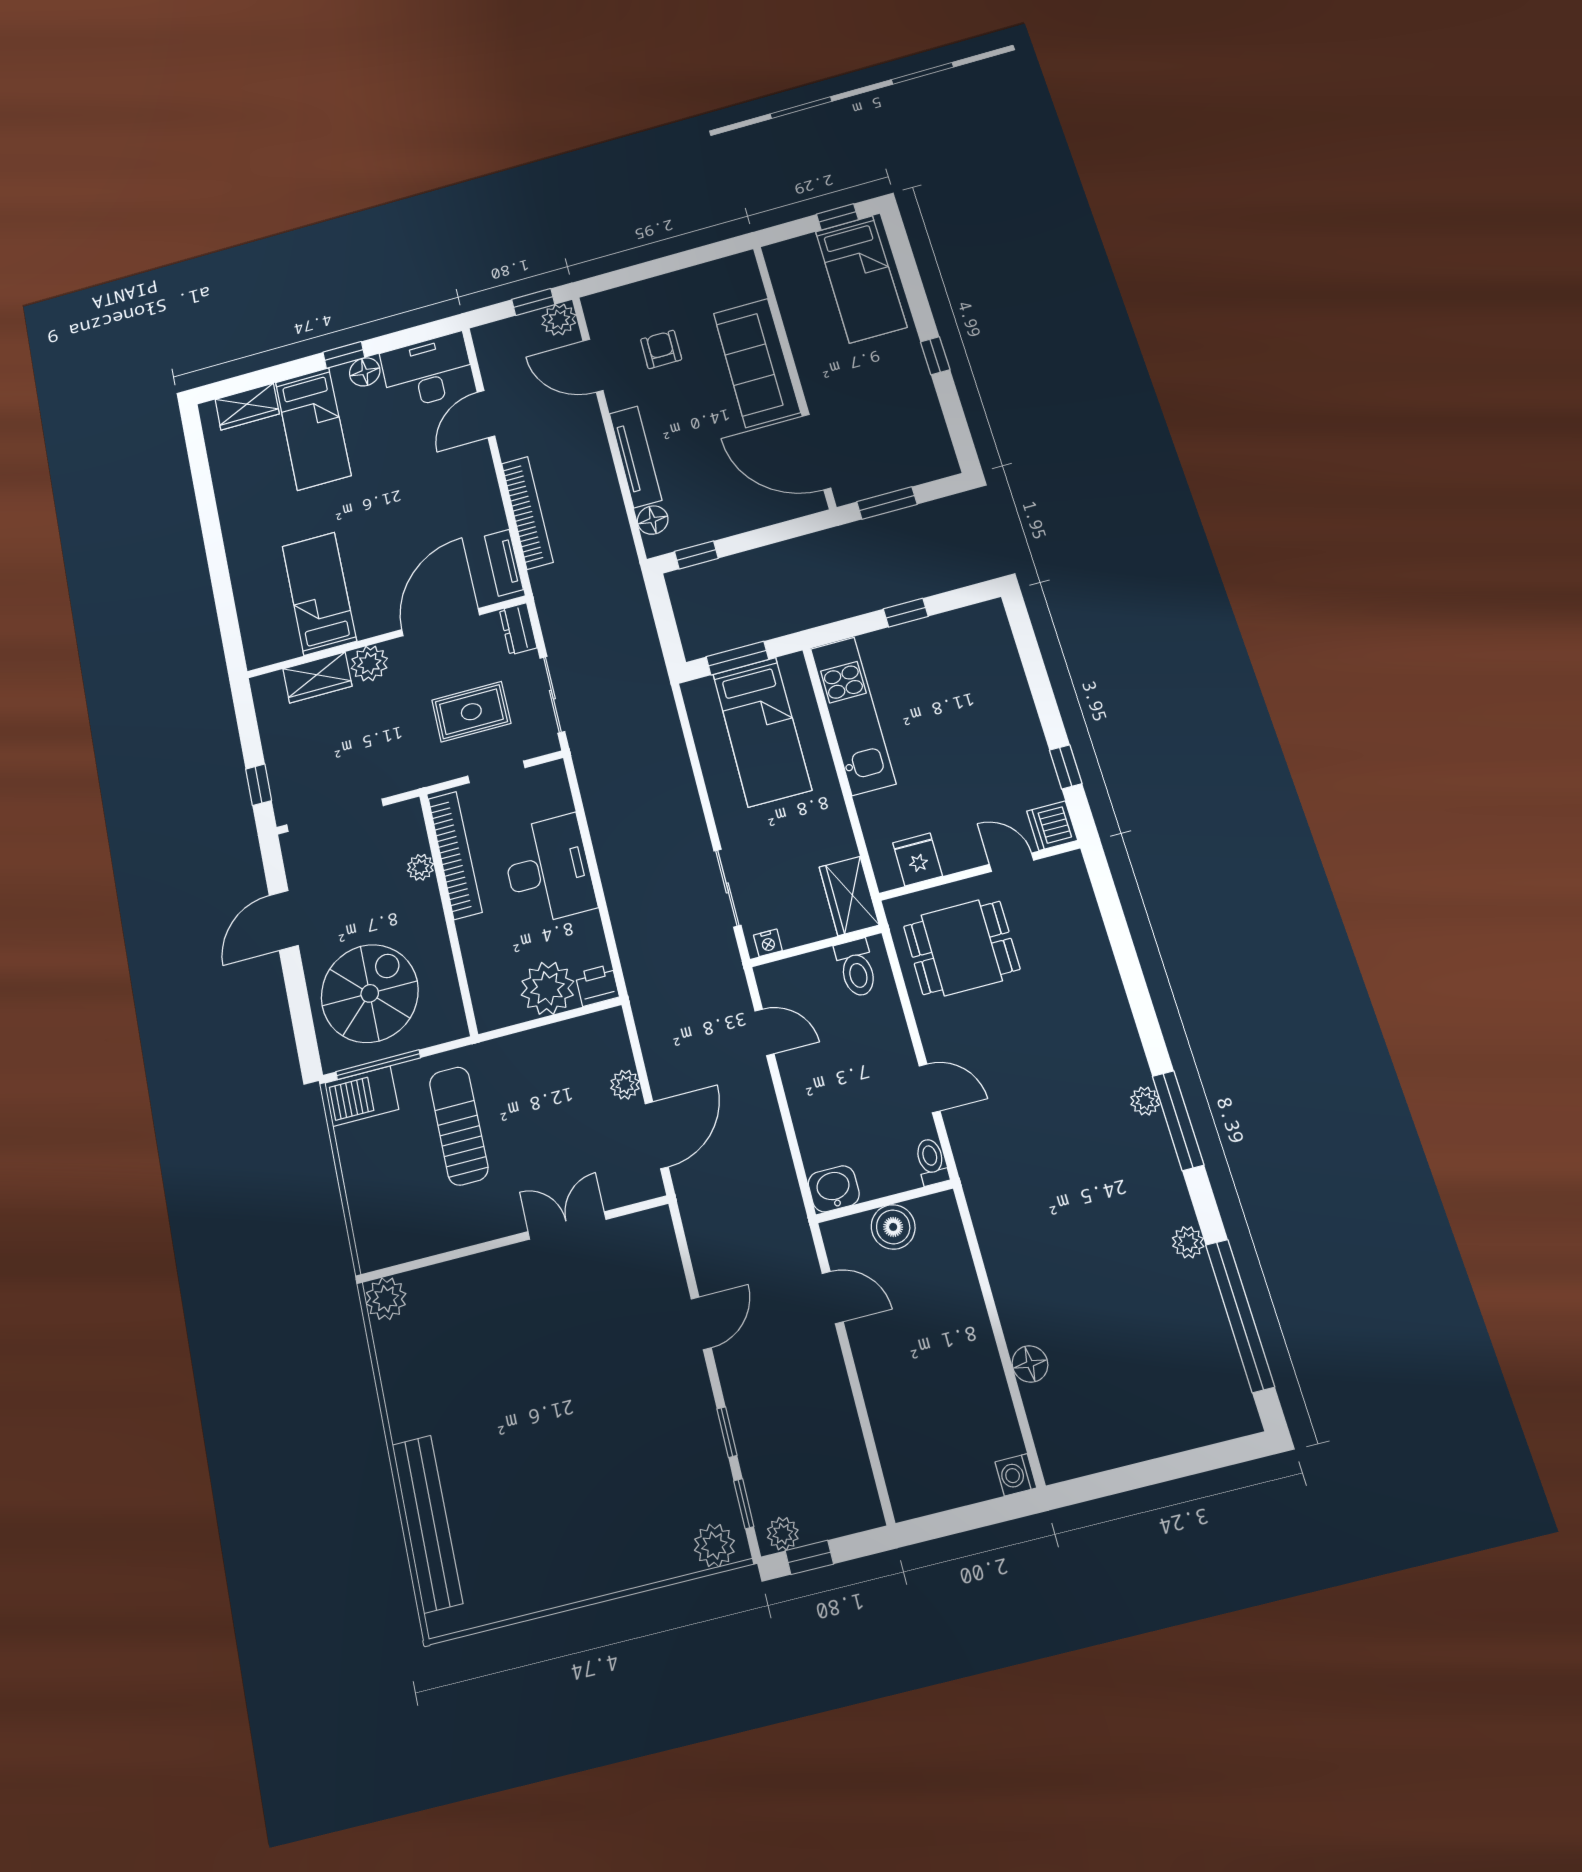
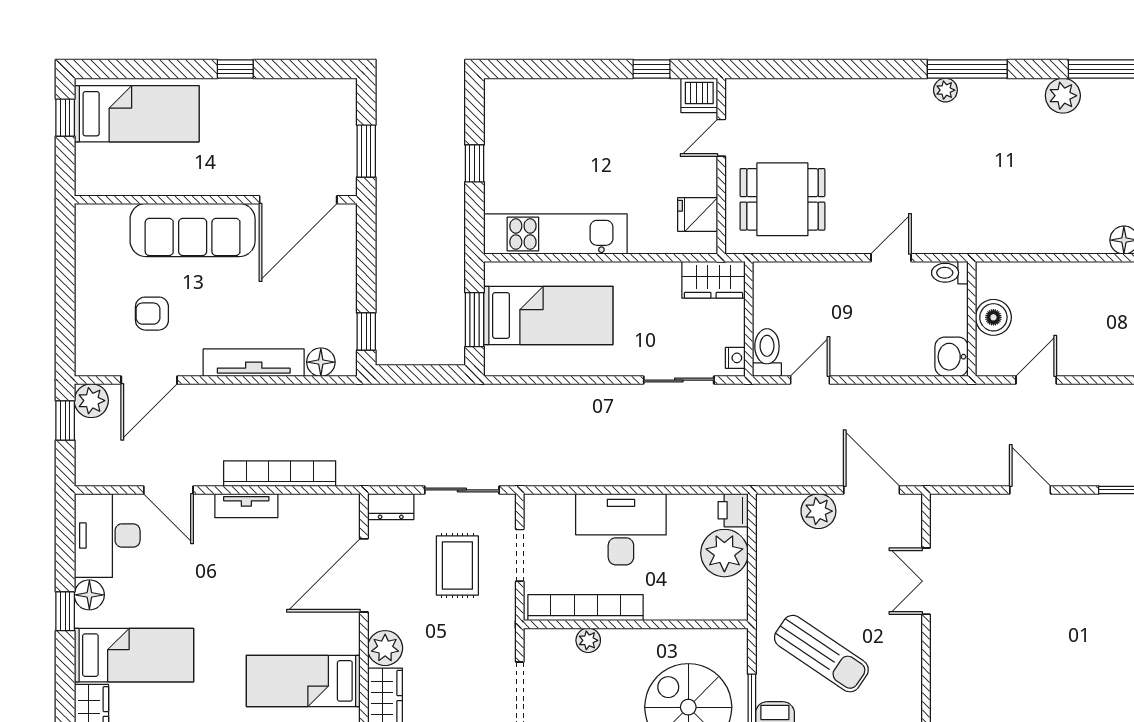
tv unit: (504, 563) -> (246, 506), moved
door: (441, 622) -> (364, 575), hinge flipped
dining table: (962, 948) -> (782, 199), turned 90
toilet: (856, 968) -> (767, 353), moved, turned -90
plant: (625, 1085) -> (818, 511), width x1.38, depth x1.38
sun lounger: (459, 1126) -> (821, 654), turned -146
plant: (1188, 1242) -> (1063, 96), width x1.38, depth x1.38

